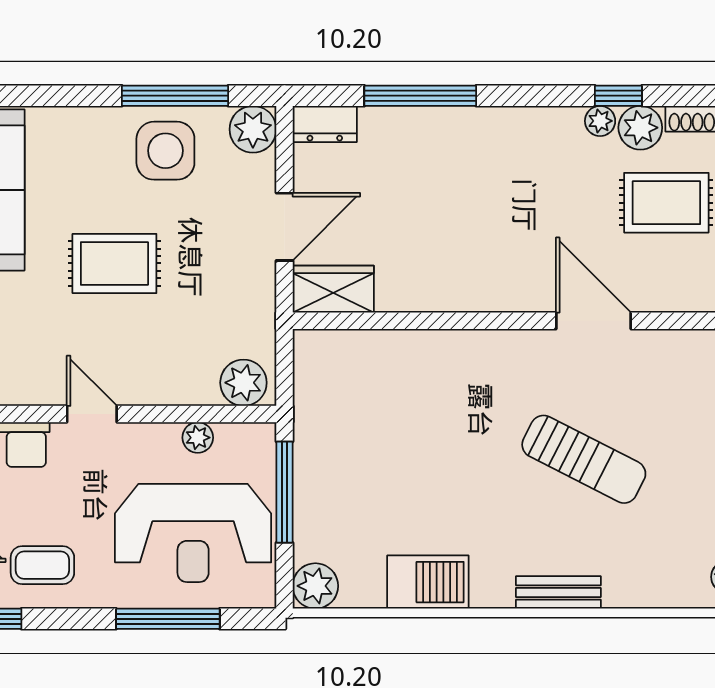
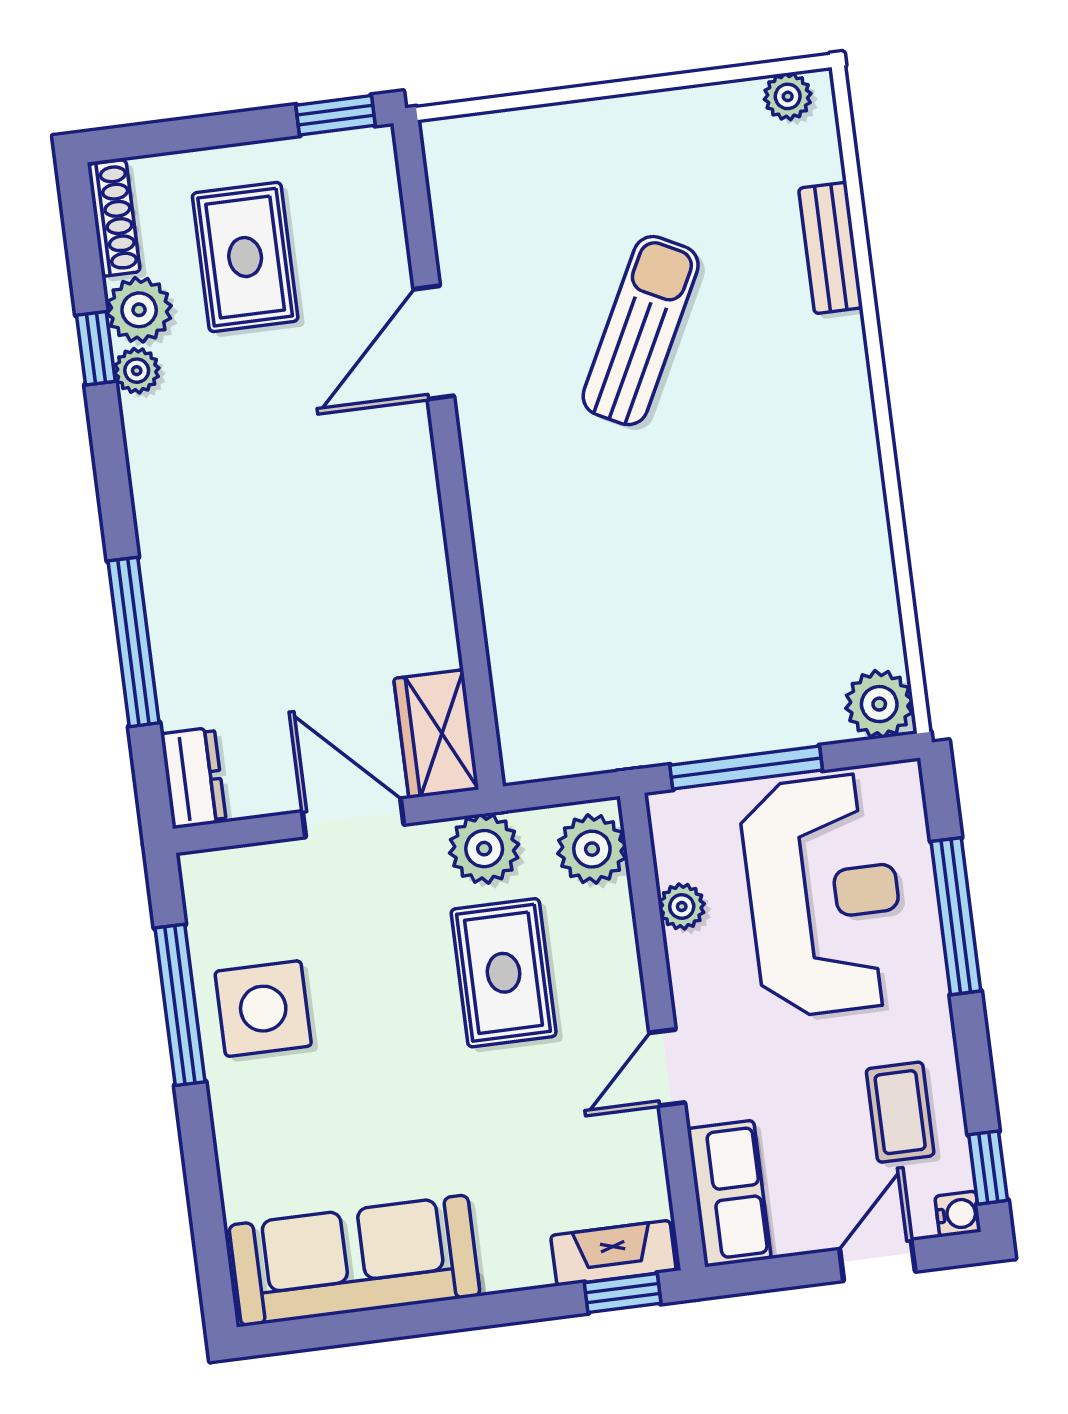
plant: (253, 129) -> (484, 849), moved
rug: (114, 263) -> (504, 973), moved
barbecue: (428, 582) -> (852, 538), removed
bench: (558, 592) -> (831, 248), moved

